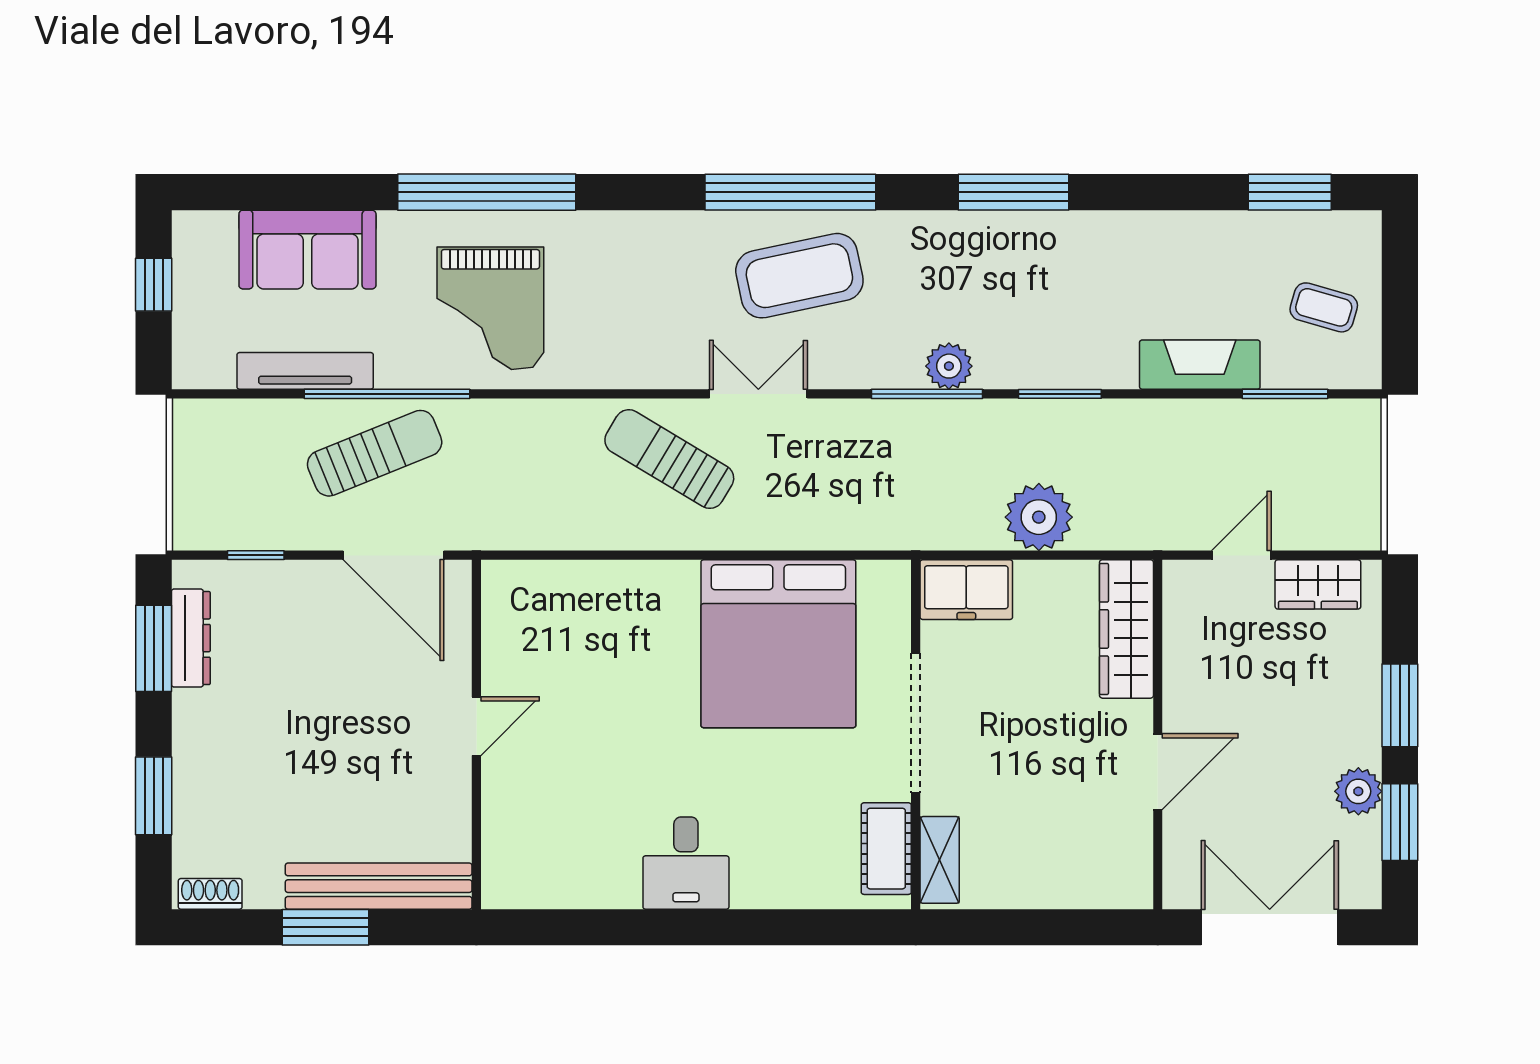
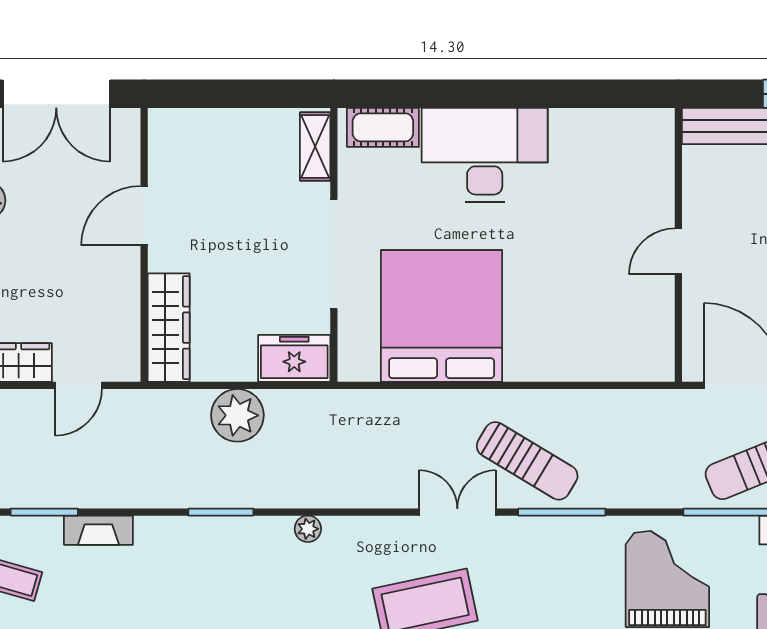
fireplace: (1200, 365) -> (98, 530), width x0.73, depth x0.76
plant: (949, 366) -> (308, 529), width x0.73, depth x0.73
double door: (758, 394) -> (457, 512), swing flipped
window: (927, 394) -> (562, 512), moved
cot: (886, 849) -> (383, 127), moved, turned 90
desk: (686, 863) -> (485, 155), width x1.87, depth x1.30

